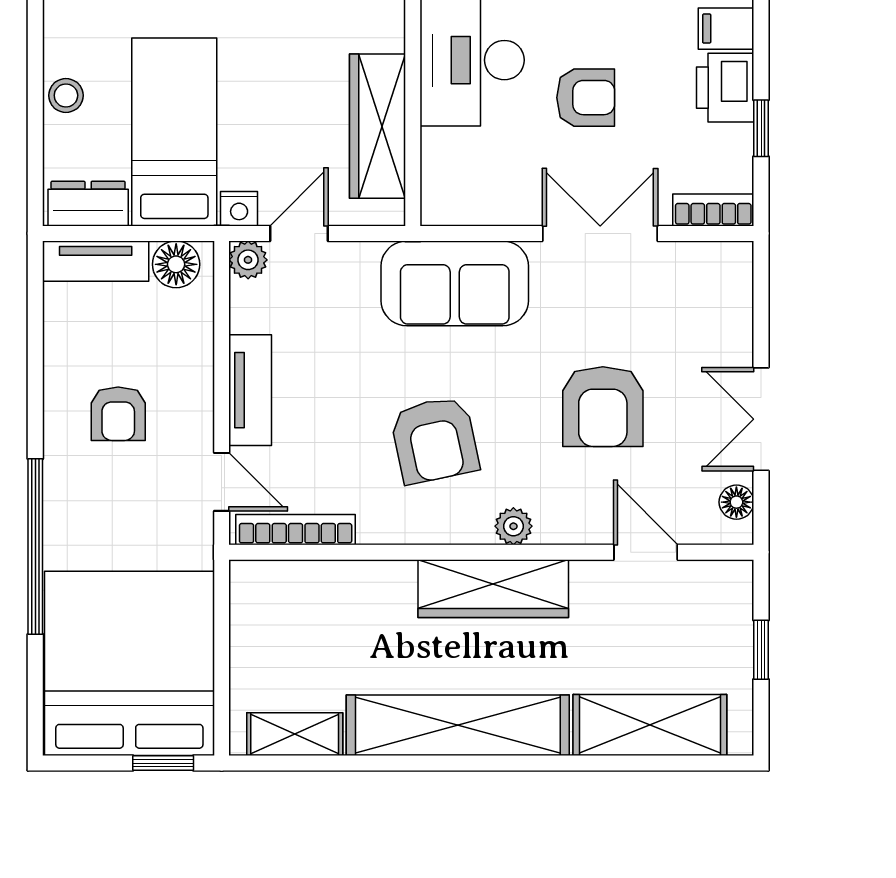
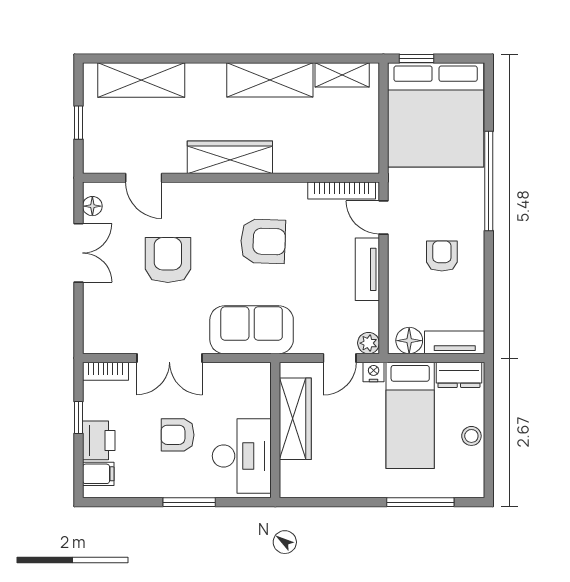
armchair: (435, 440) -> (263, 241), turned 104
plant: (513, 526) -> (218, 192), removed
shelving: (458, 725) -> (270, 80), width x0.68

